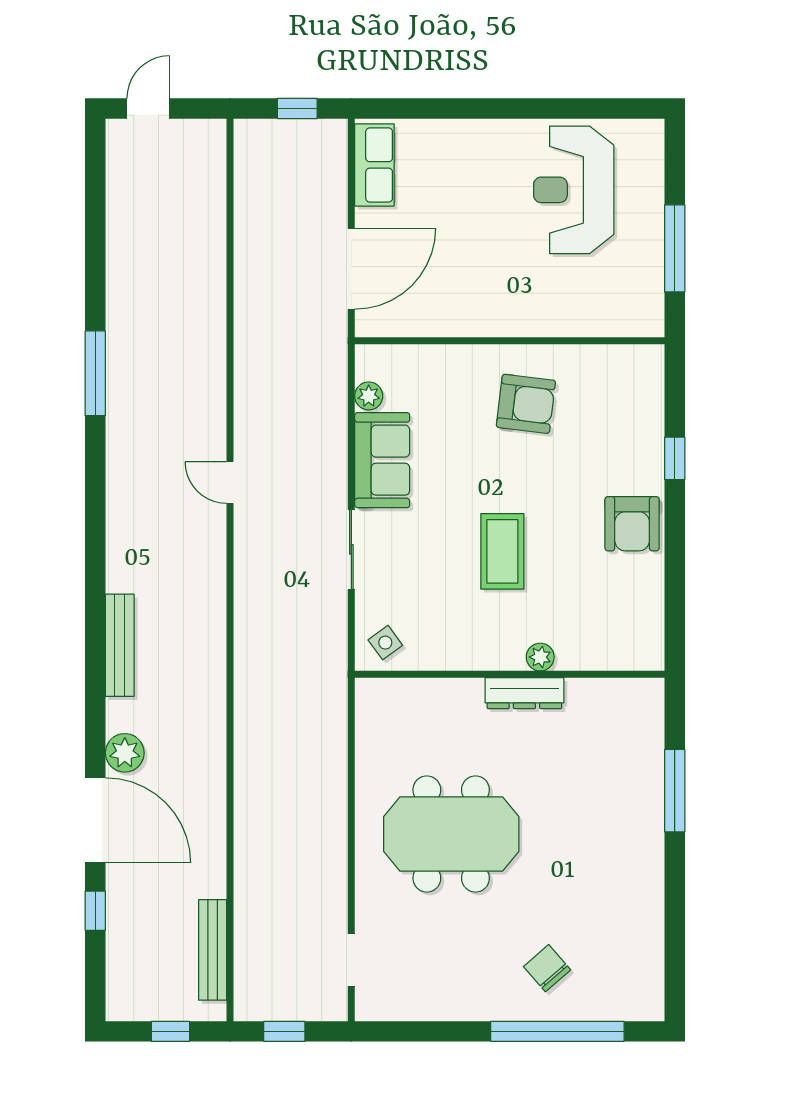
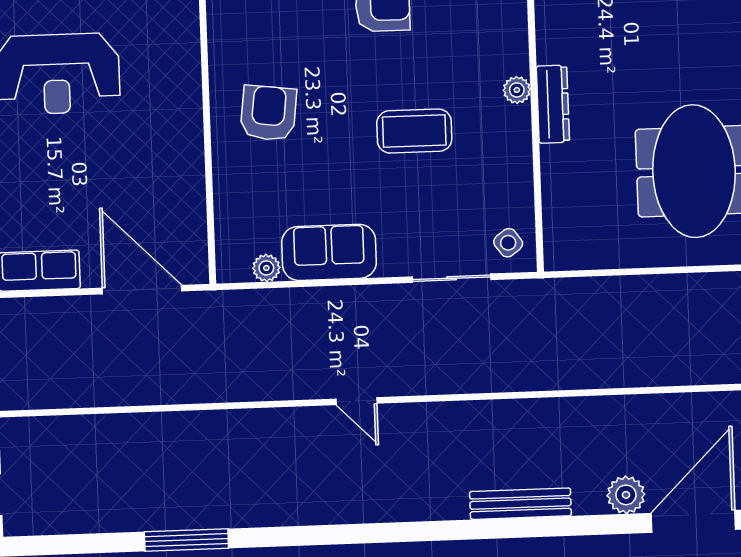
window: (95, 373) -> (186, 540), moved
door: (230, 482) -> (356, 401), hinge flipped
sliding door: (351, 549) -> (452, 278), moved

